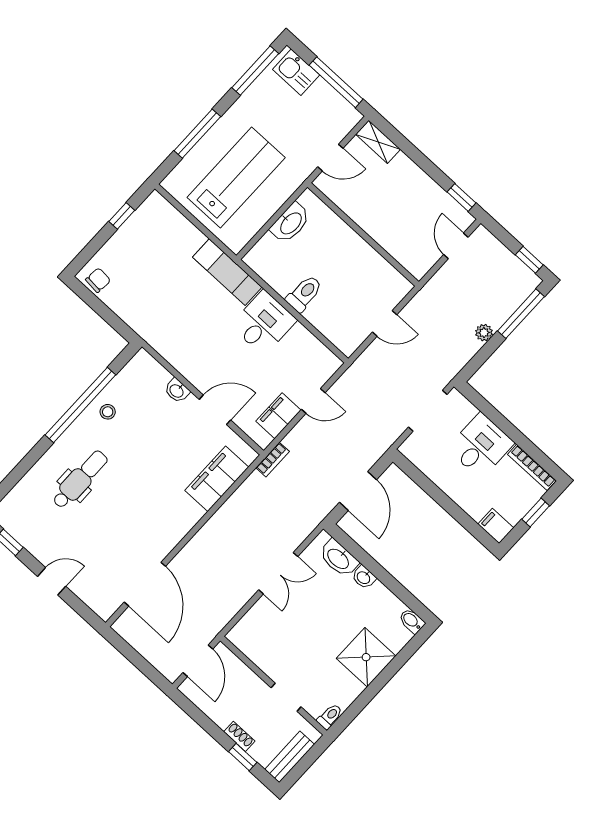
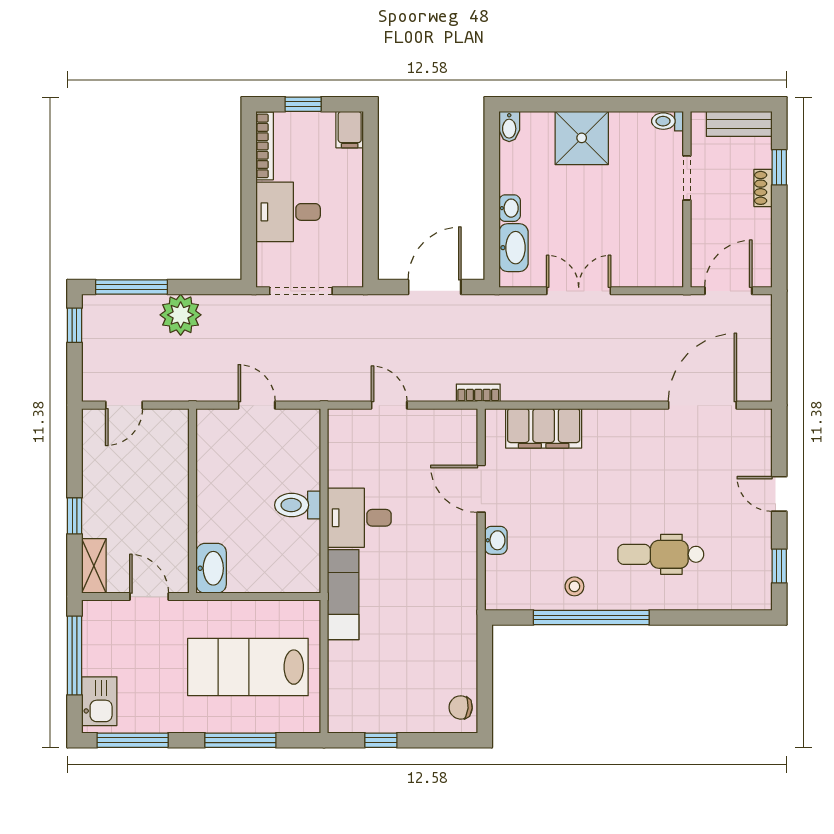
window: (461, 197) -> (74, 516), moved
washbasin: (290, 223) -> (211, 568), moved, turned 90
plant: (484, 333) -> (181, 315), width x1.88, depth x1.88
filing cabinet: (278, 416) -> (433, 425), removed

